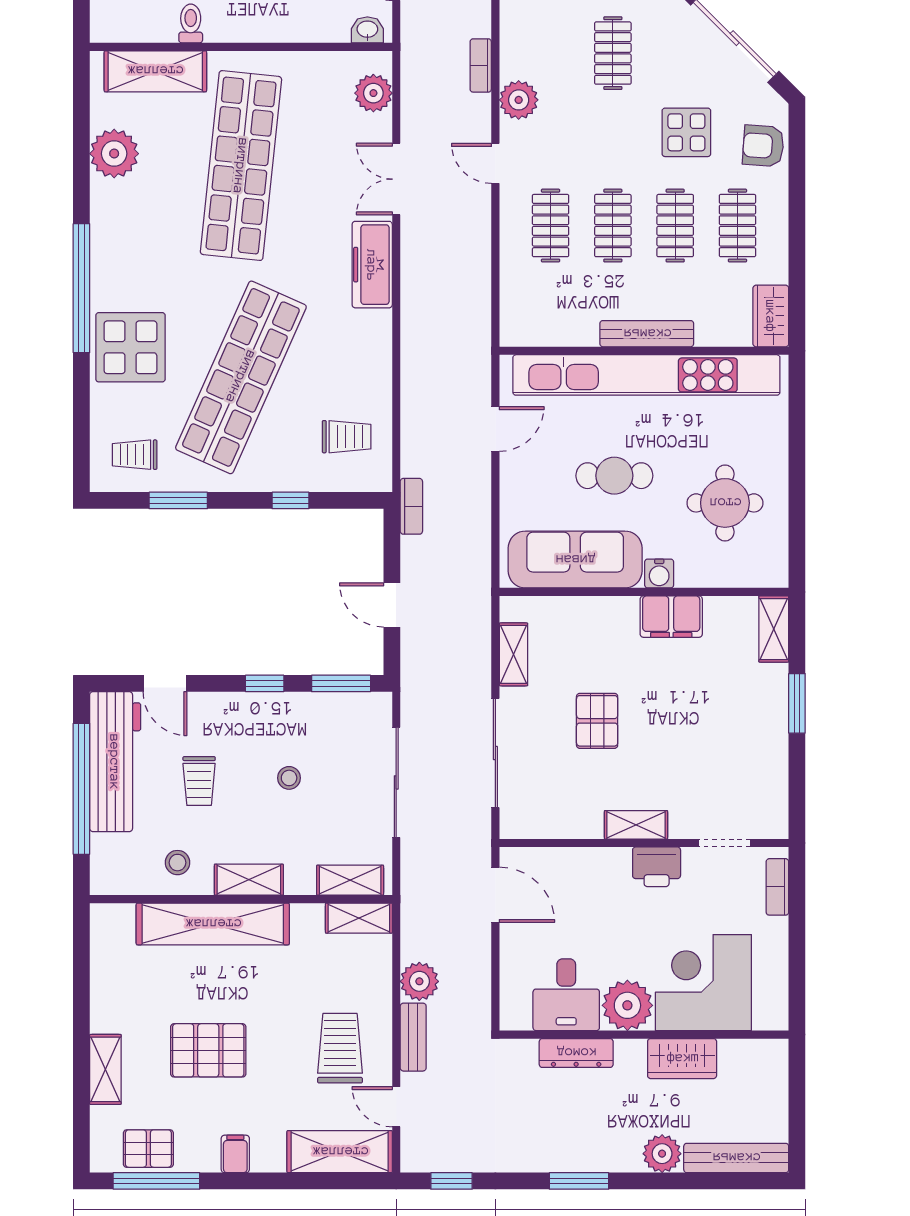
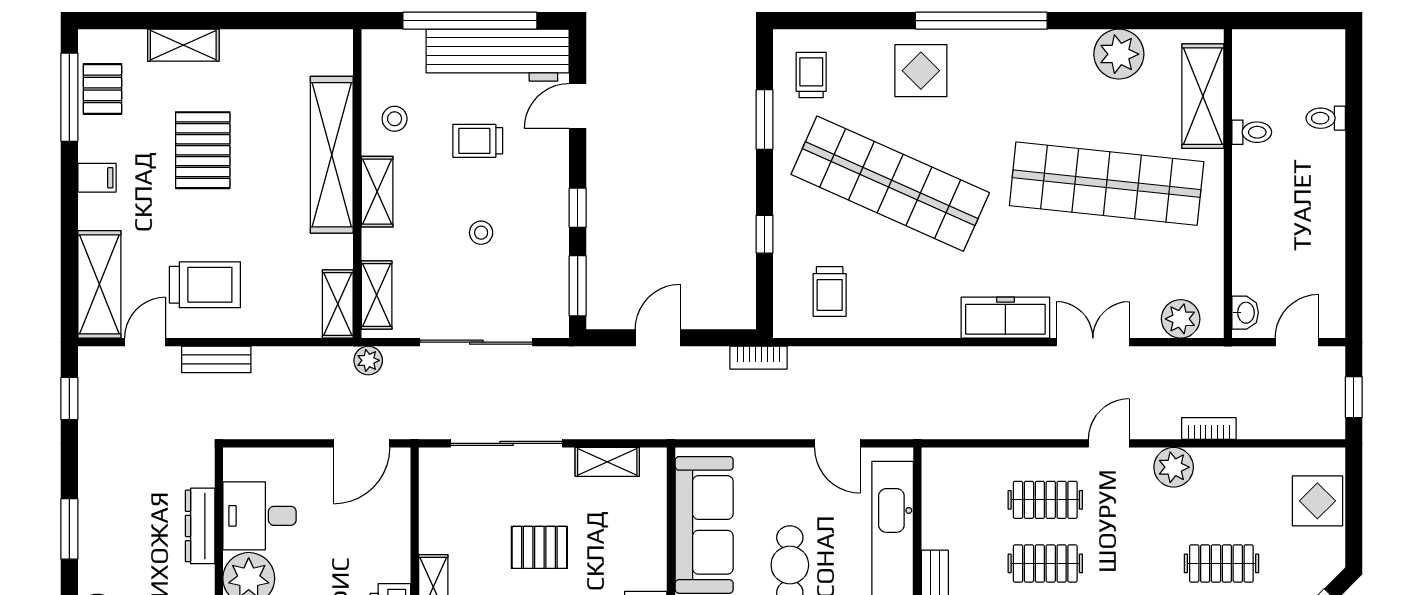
display table: (130, 347) -> (921, 71), width x0.73, depth x0.73
plant: (419, 981) -> (368, 360), moved, width x0.73, depth x0.73

